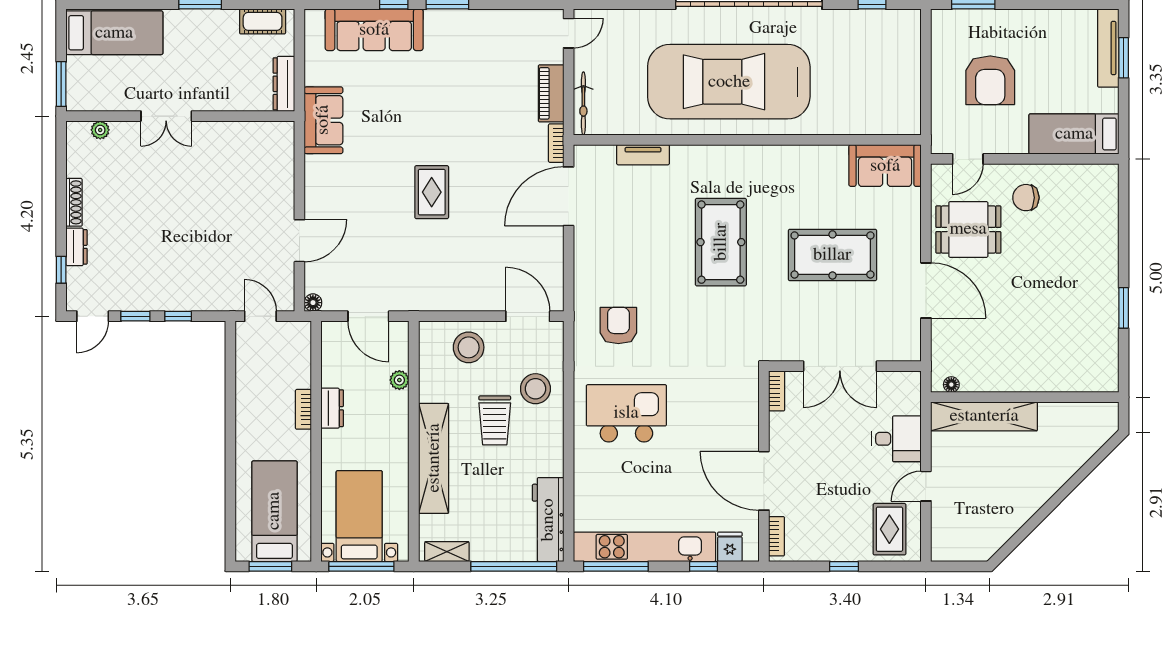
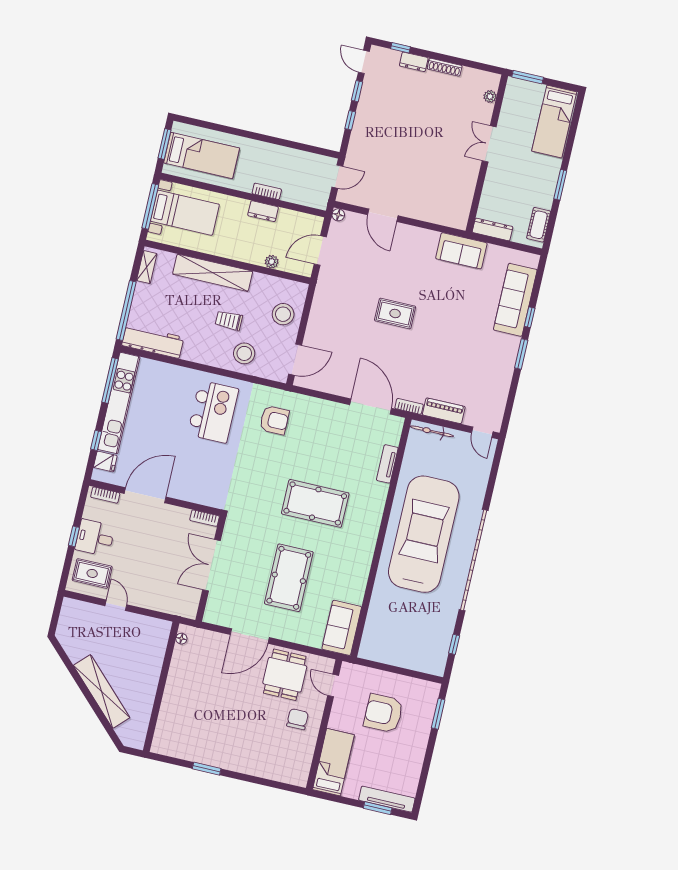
shelving: (984, 416) -> (102, 691), moved, turned -45
trolley: (495, 420) -> (229, 321), width x0.73, depth x0.72
desk: (896, 439) -> (95, 538), moved, turned 90

